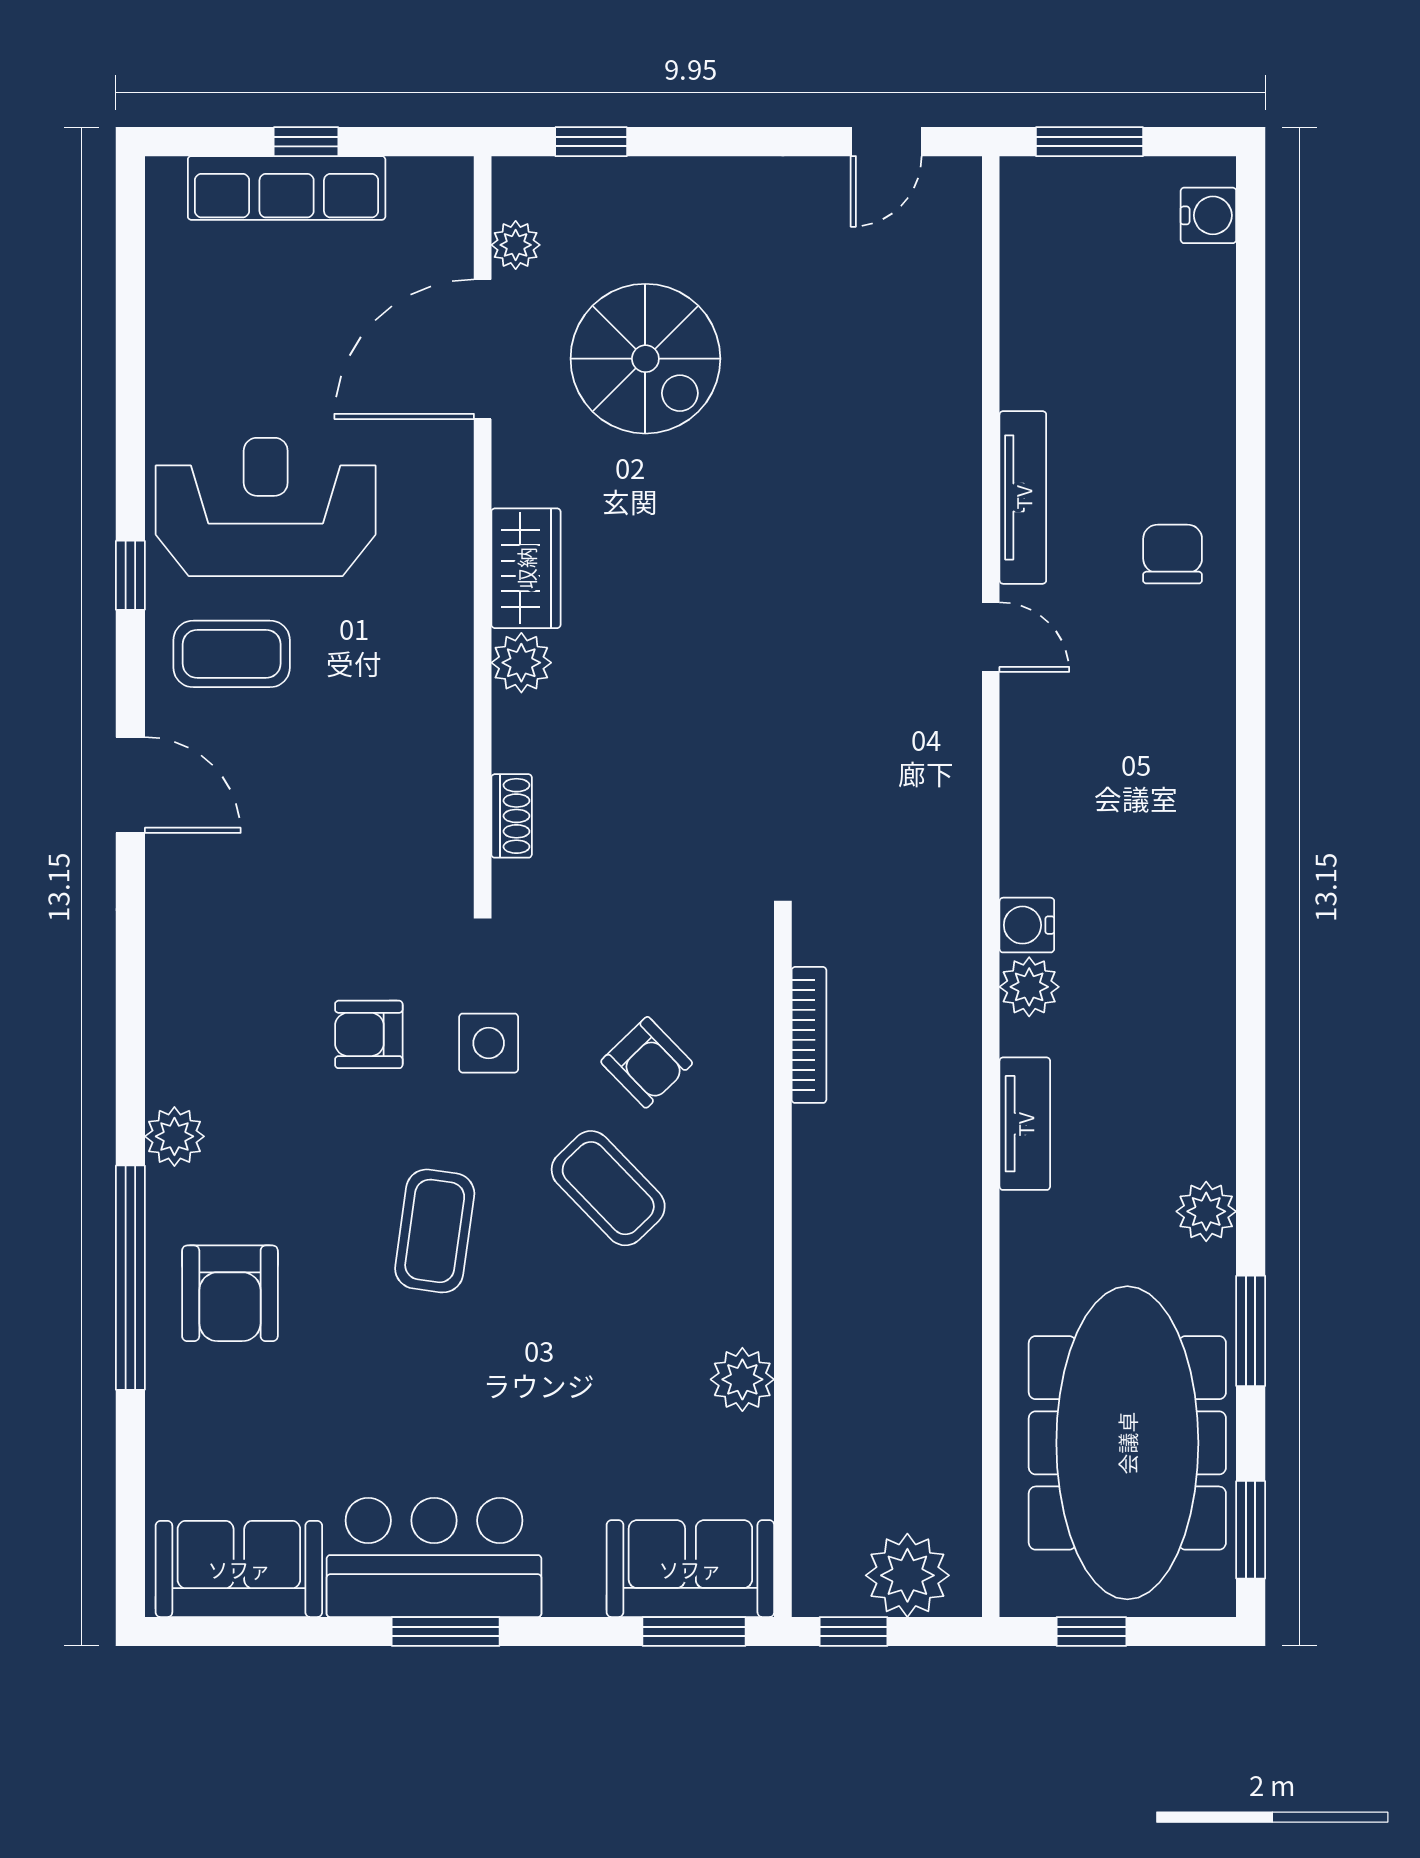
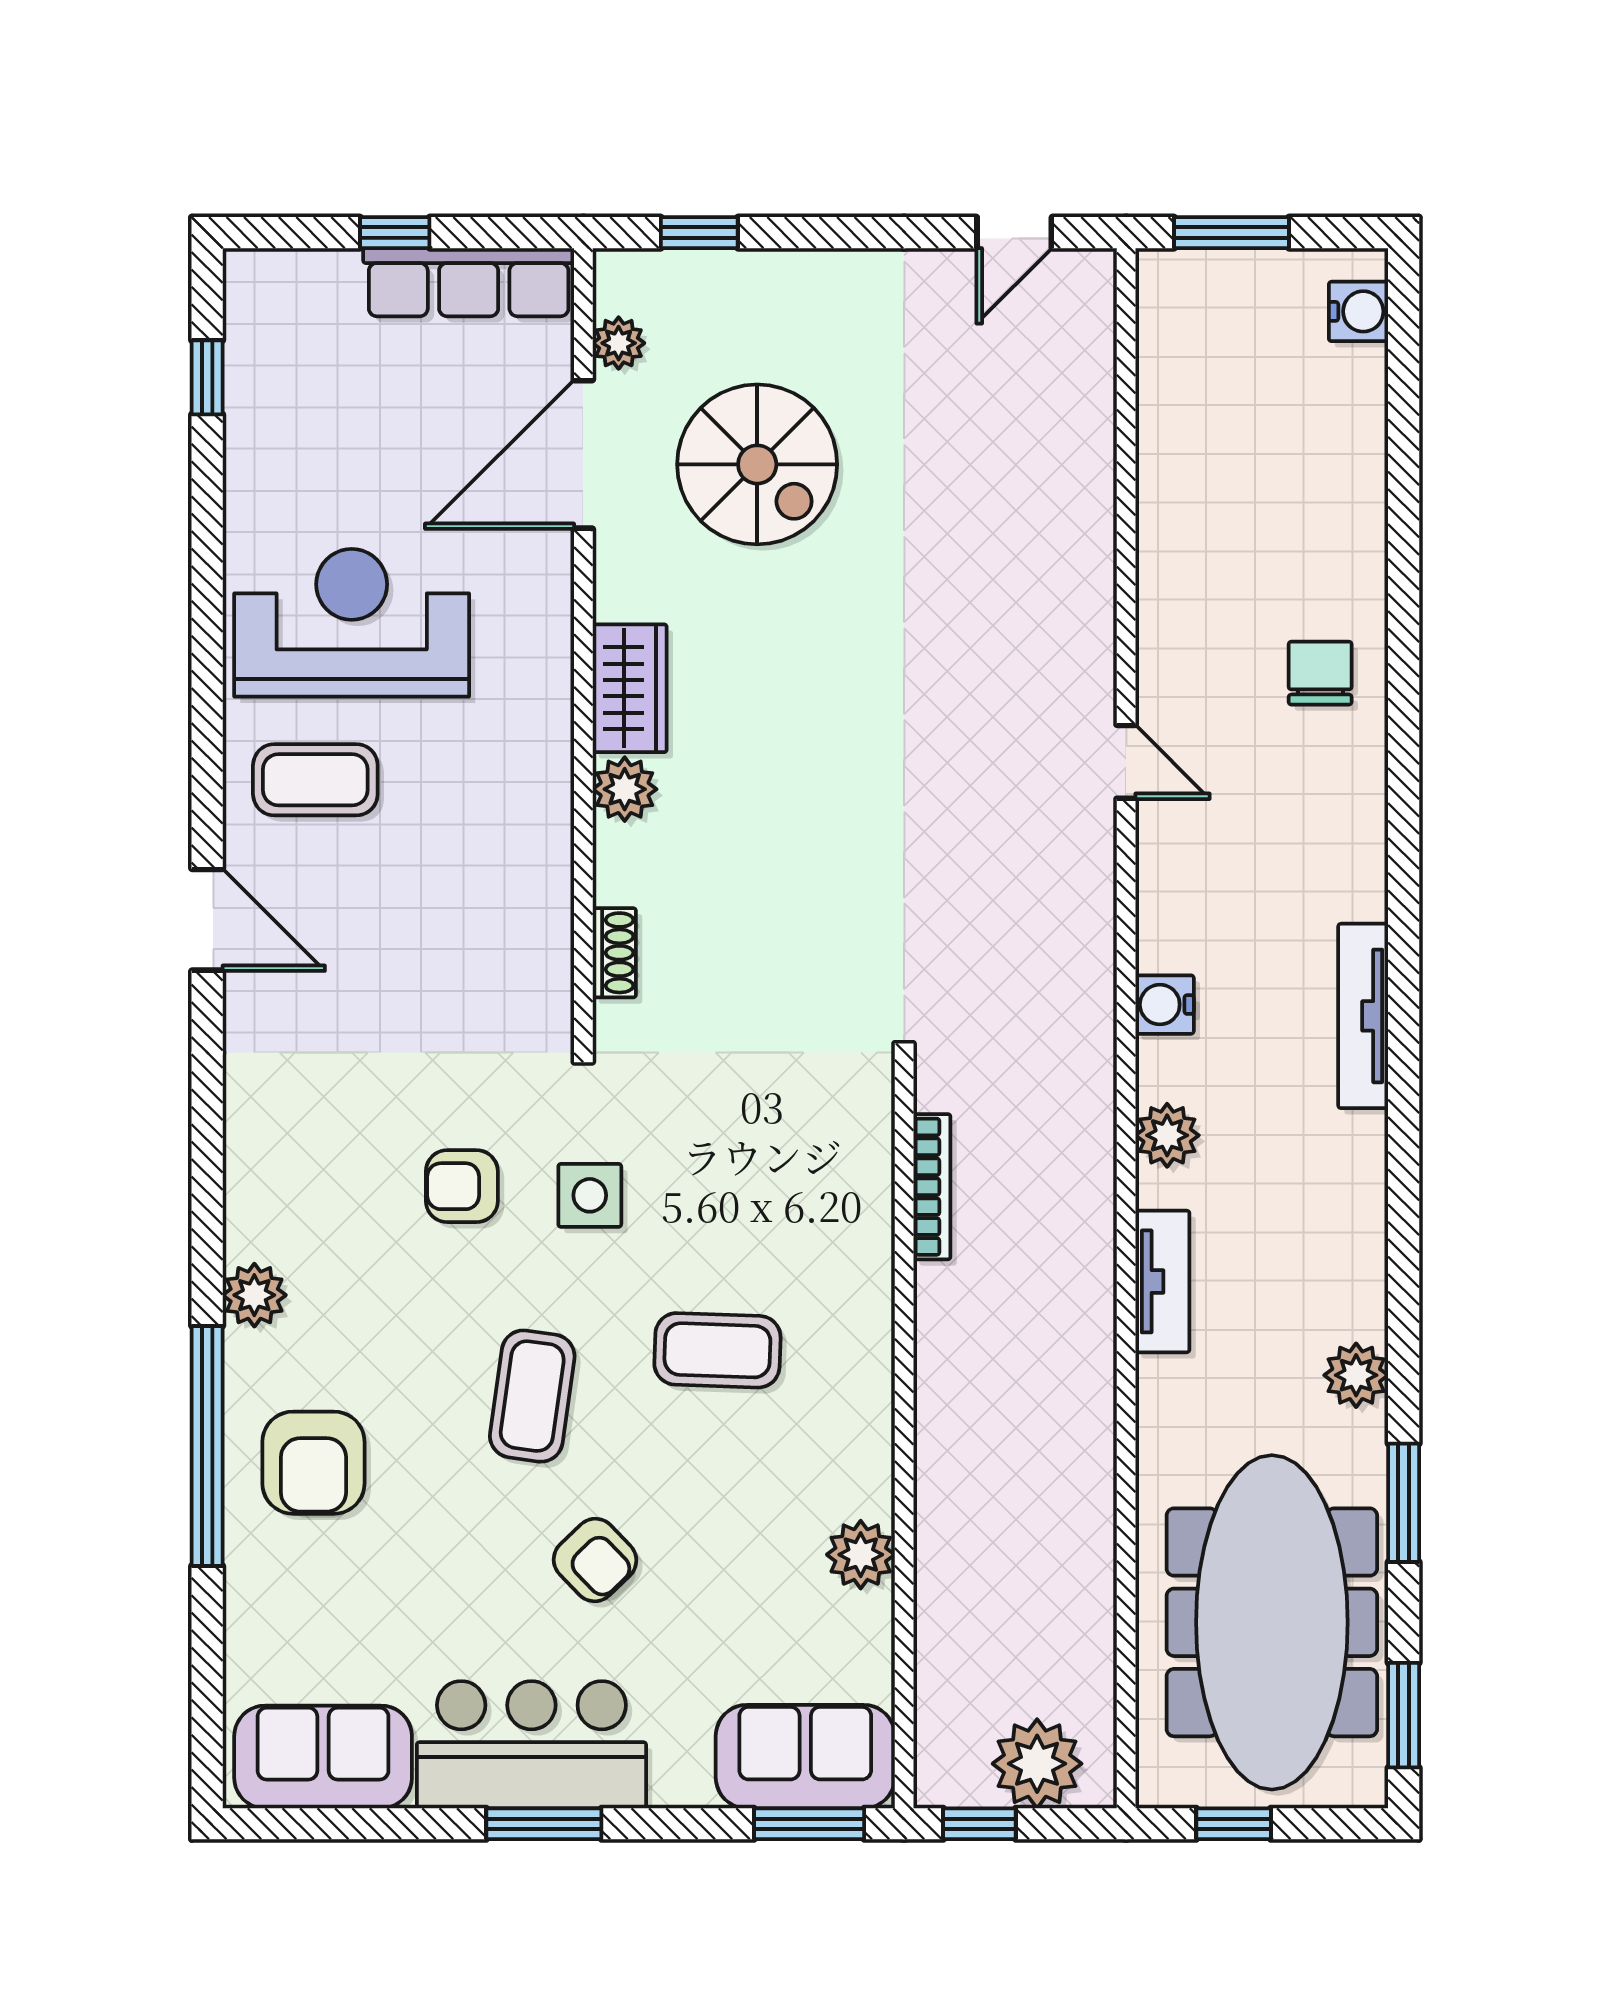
row of seats: (287, 188) -> (469, 282), moved
tv unit: (1023, 497) -> (1363, 1016), moved, turned 180
window: (130, 575) -> (207, 377), moved
water cooler: (1027, 925) -> (1165, 1005), moved
armchair: (647, 1062) -> (595, 1560), moved
coffee table: (608, 1188) -> (717, 1350), turned -44

